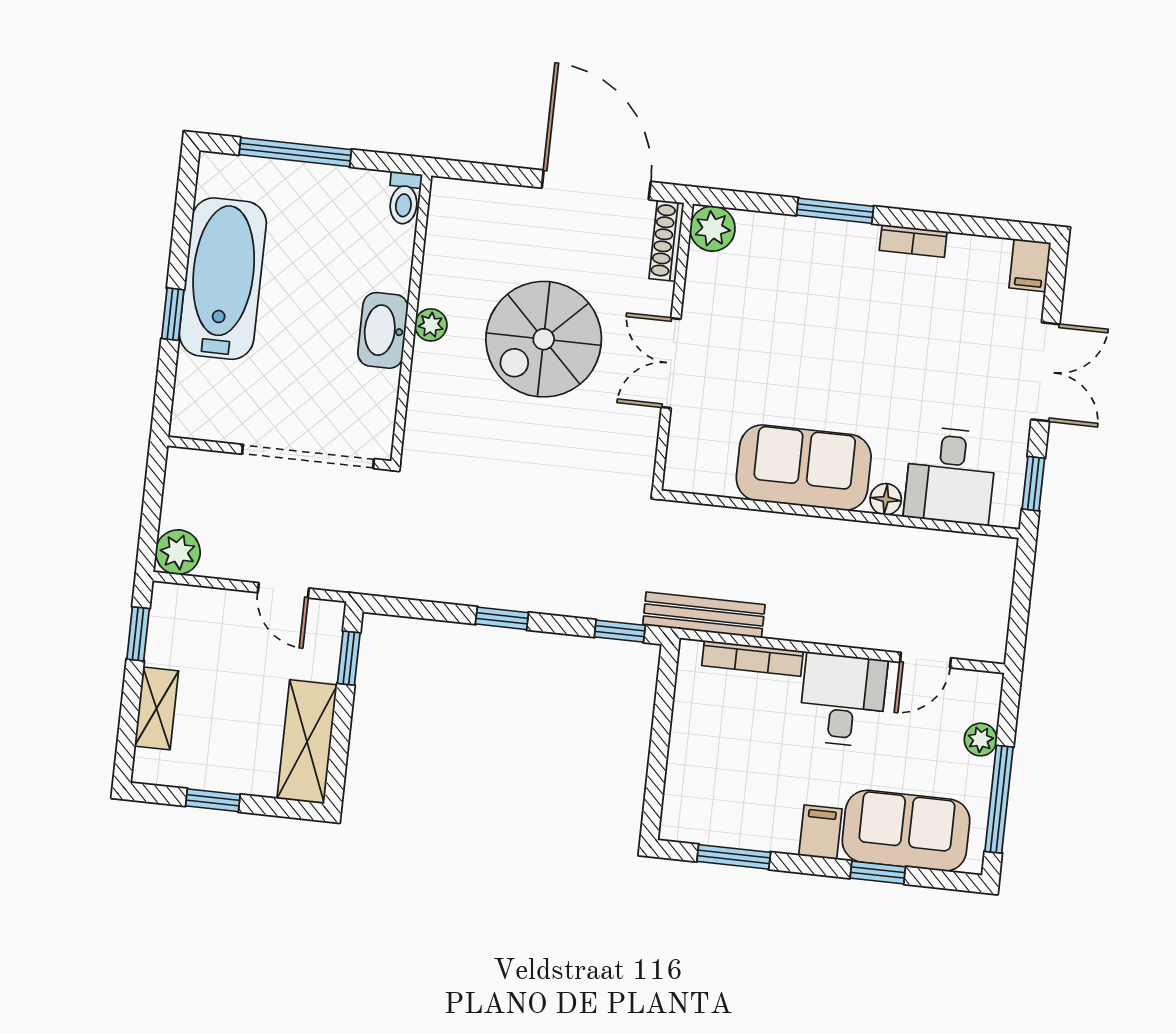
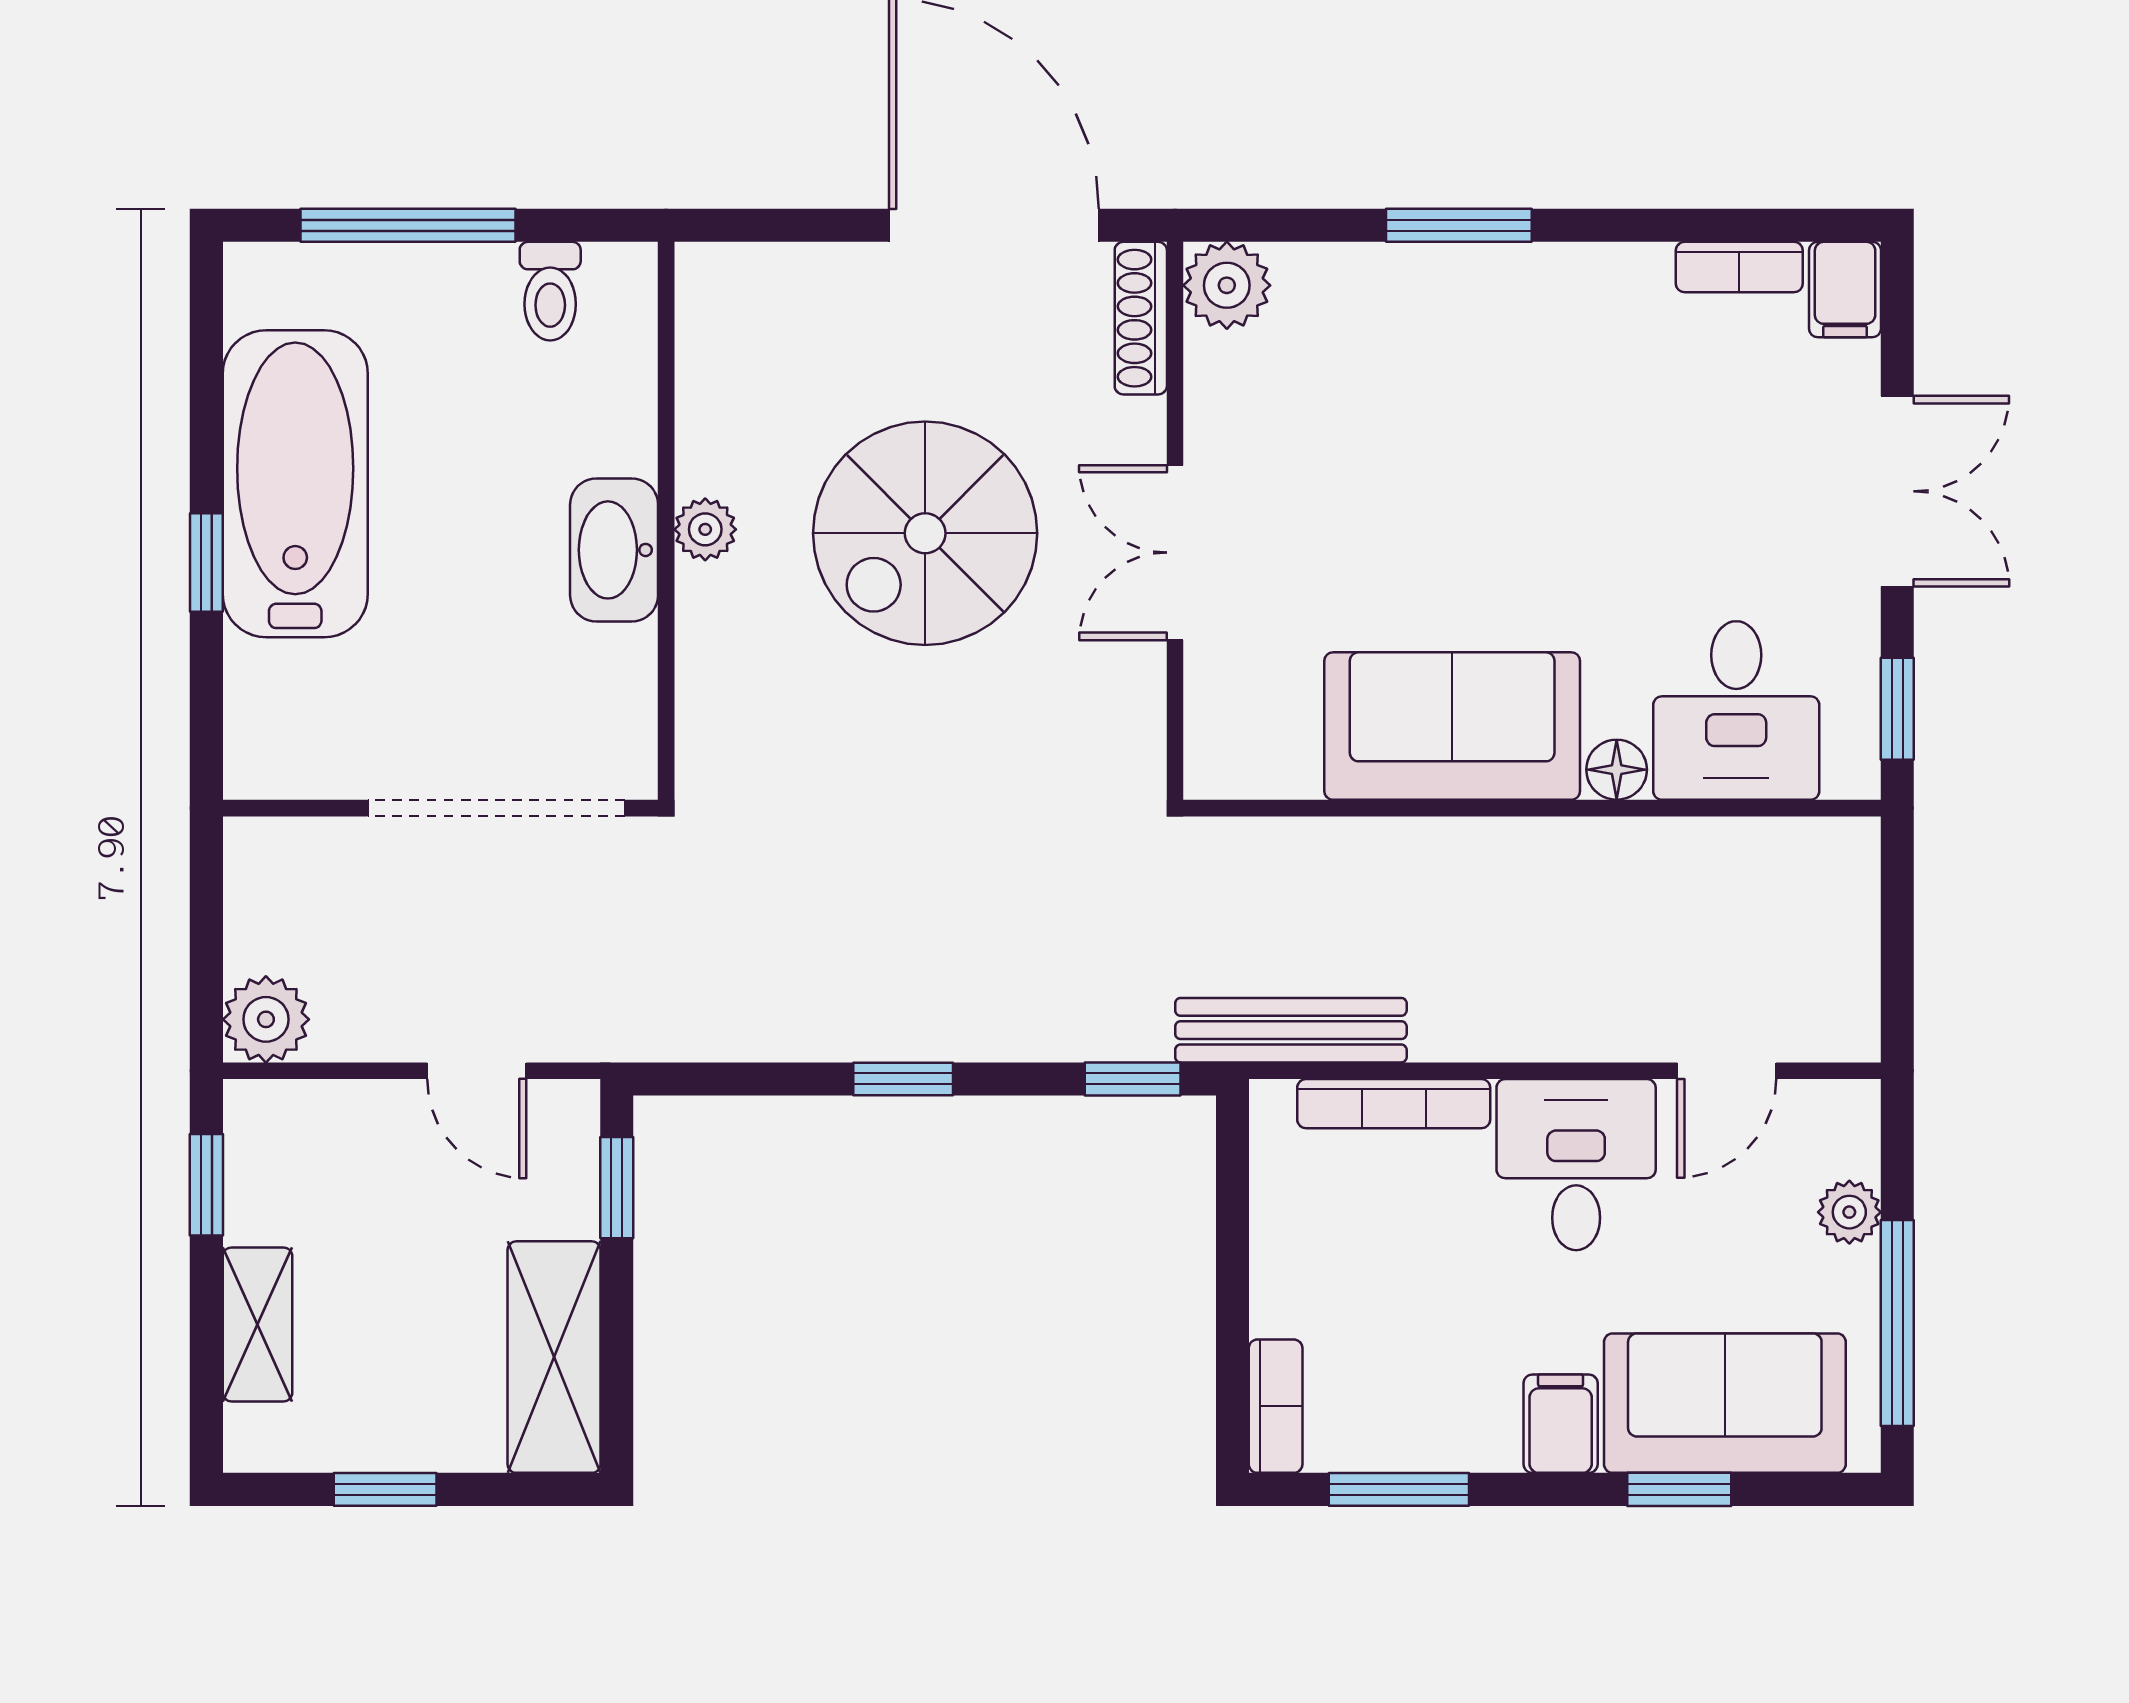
toilet: (404, 198) -> (550, 291), moved
bookcase: (913, 241) -> (1739, 267), moved
bookcase: (675, 807) -> (1276, 1406), added

